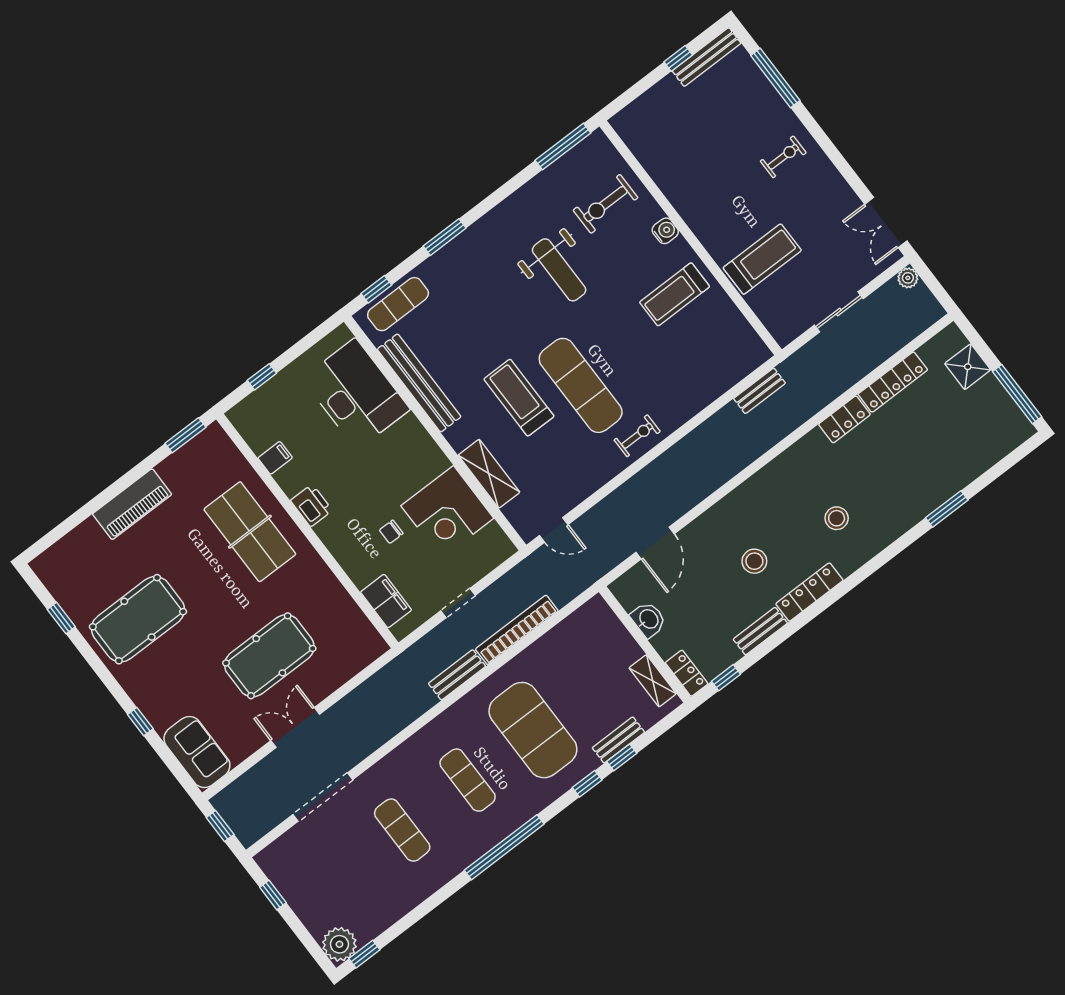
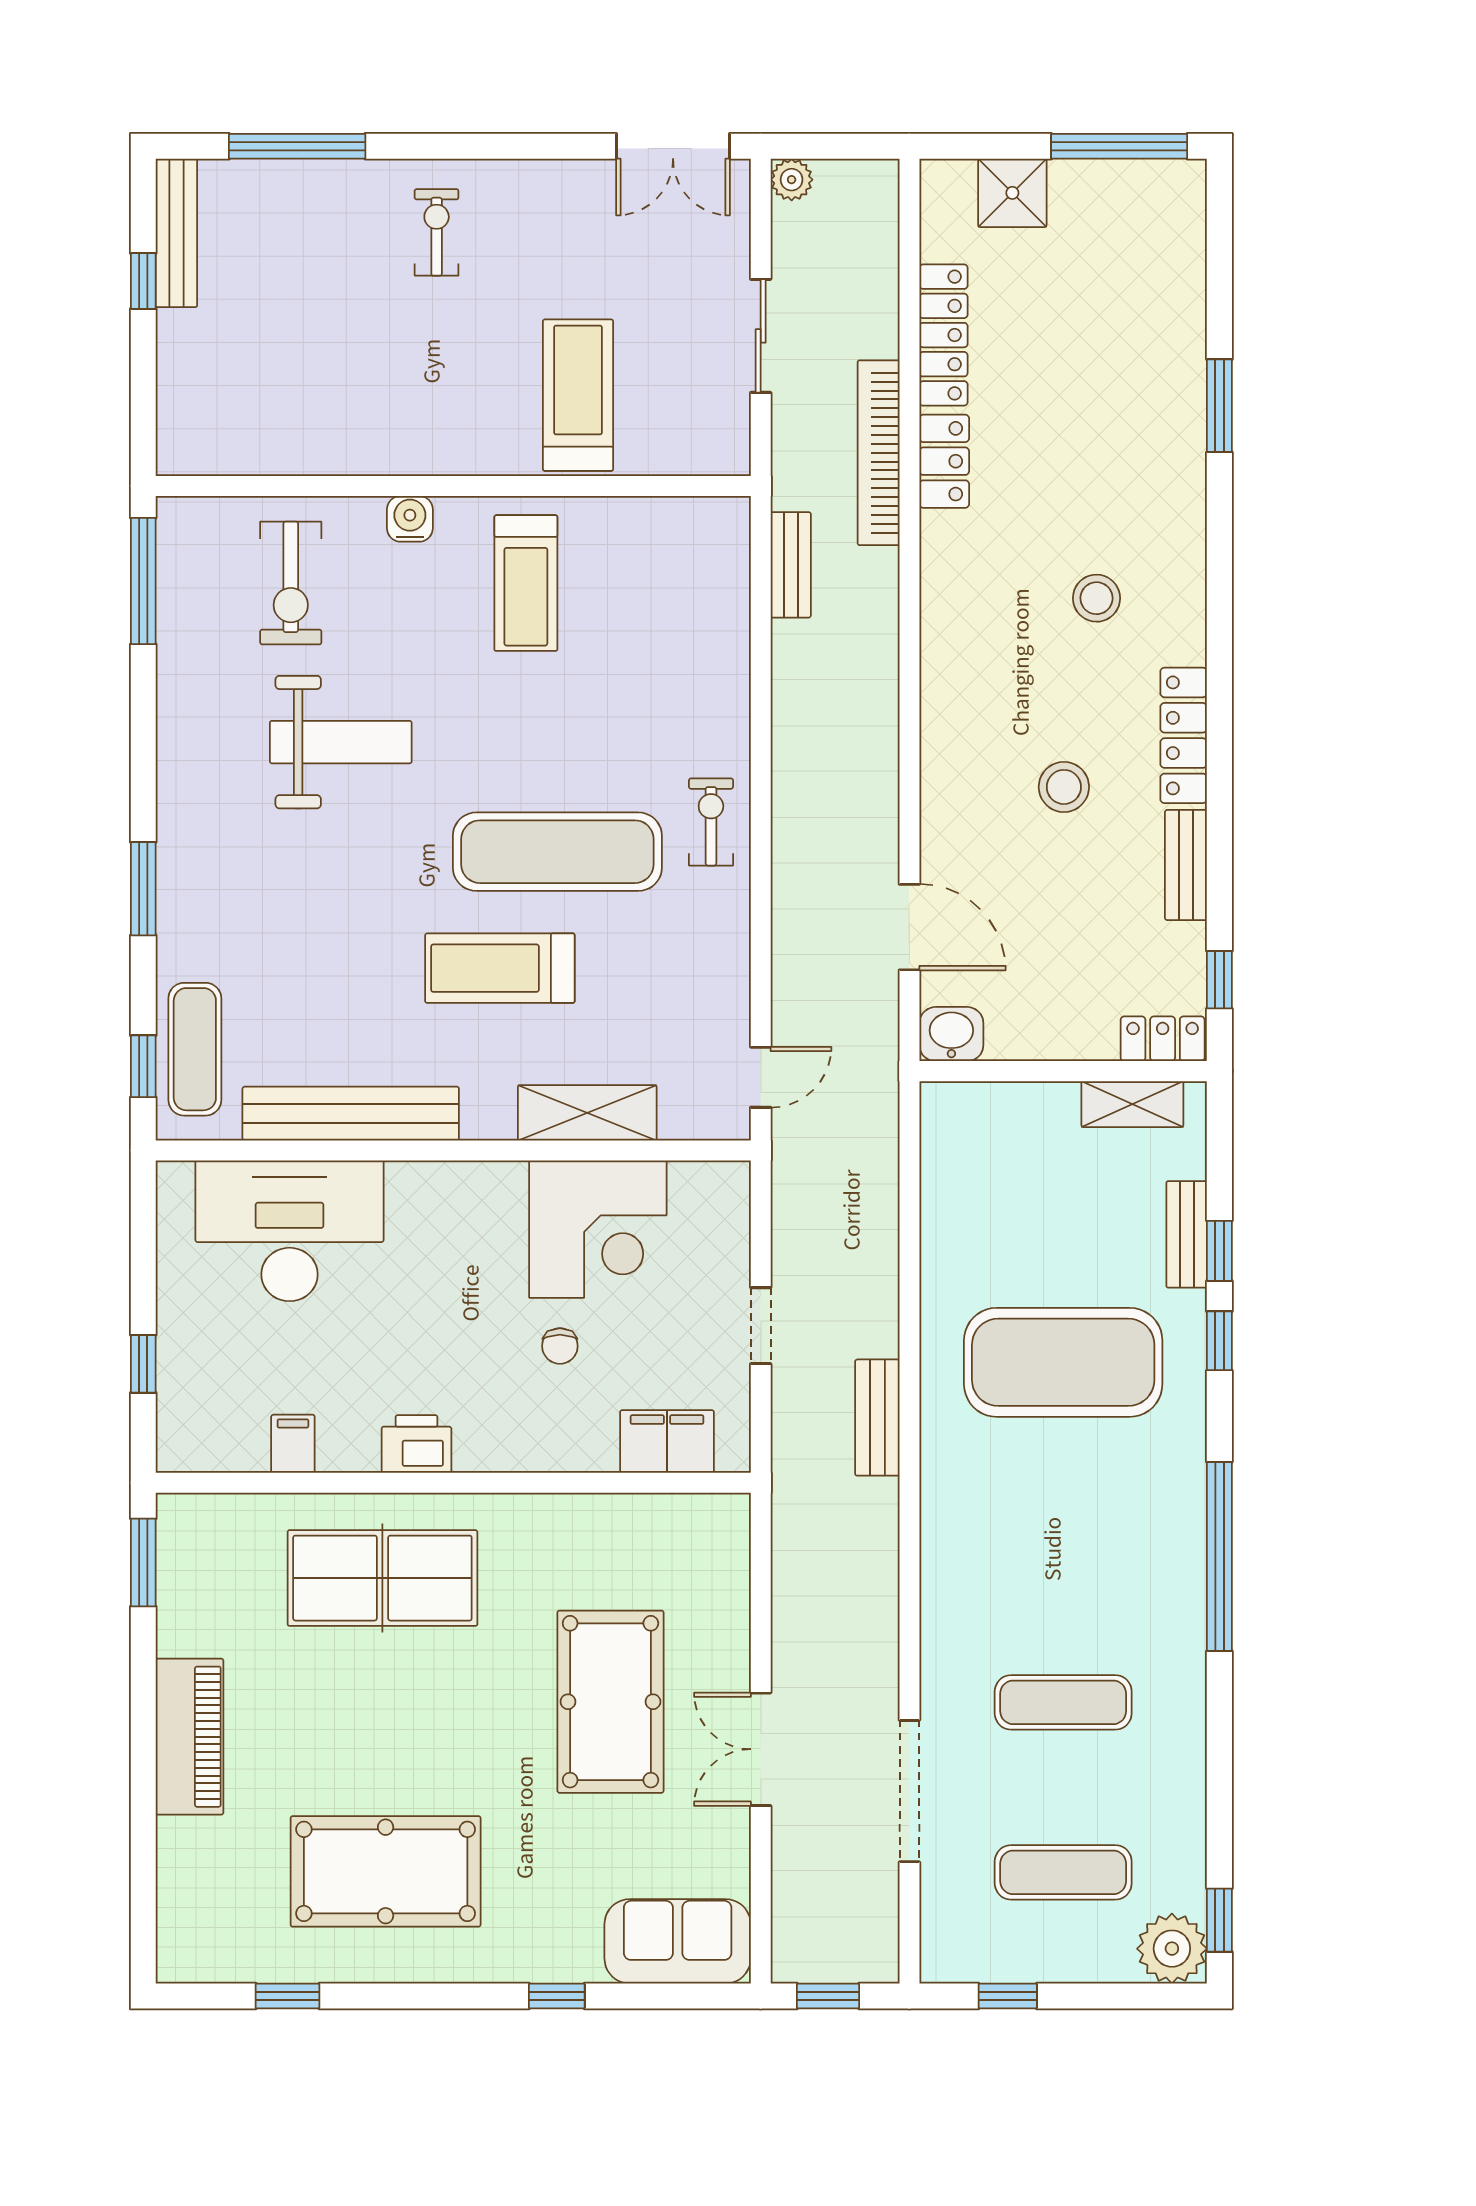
pool table: (138, 619) -> (386, 1871), turned 90
washbasin: (648, 619) -> (951, 1034), moved
bookcase: (517, 630) -> (879, 453), moved
exercise mat: (468, 780) -> (1063, 1872), moved

